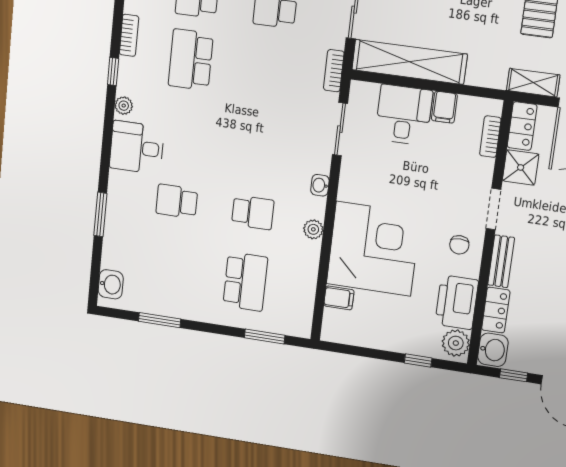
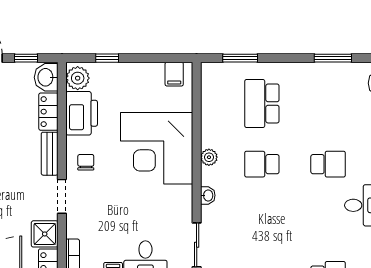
filing cabinet: (339, 298) -> (174, 74), moved, turned -90

